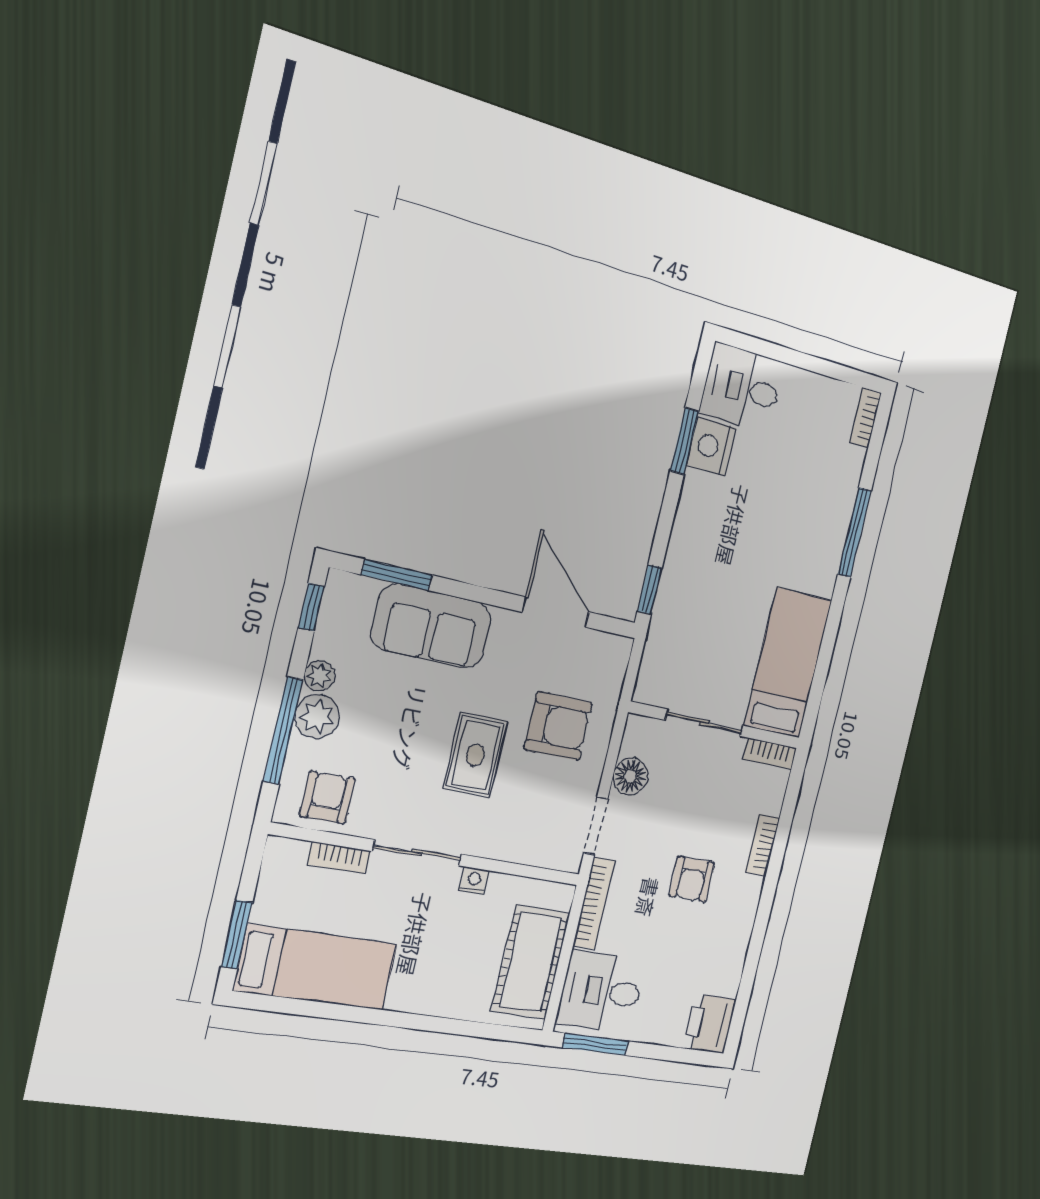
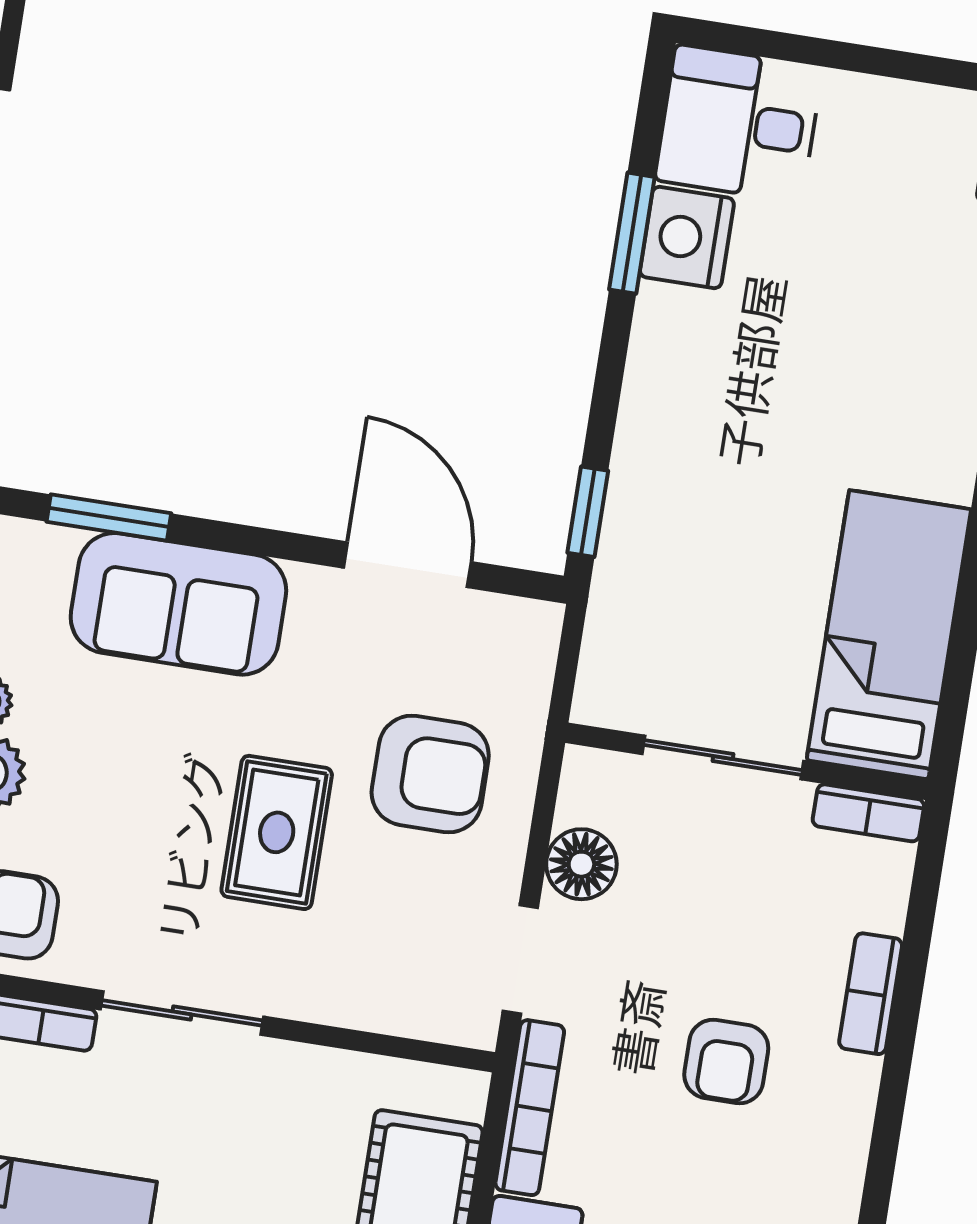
nightstand: (474, 881) -> (292, 1064), removed

